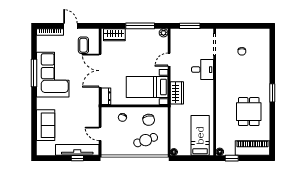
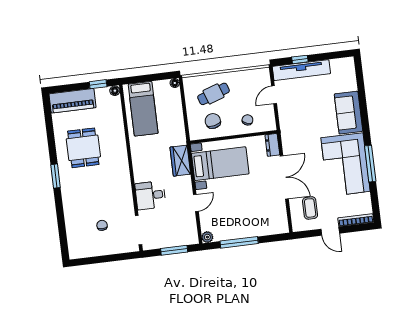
wardrobe: (114, 35) -> (271, 227), removed
sofa: (46, 125) -> (349, 113), moved
door: (100, 134) -> (274, 95), swing flipped

